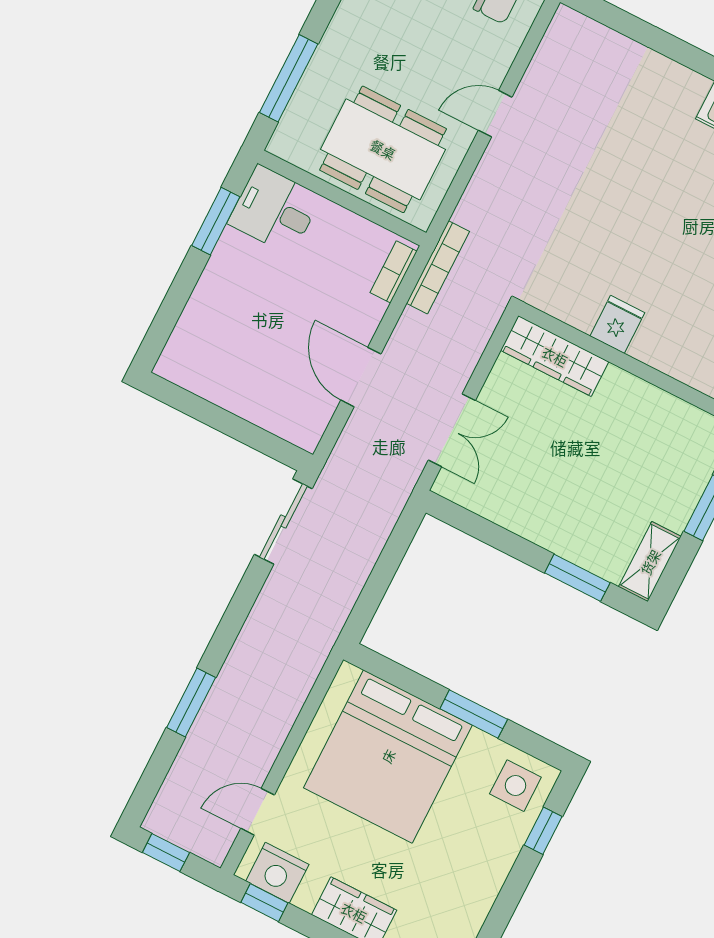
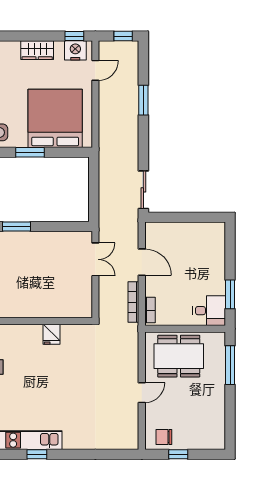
bookcase: (438, 267) -> (133, 302), moved
wardrobe: (555, 356) -> (70, 309), removed
double door: (452, 430) -> (95, 259), swing flipped

